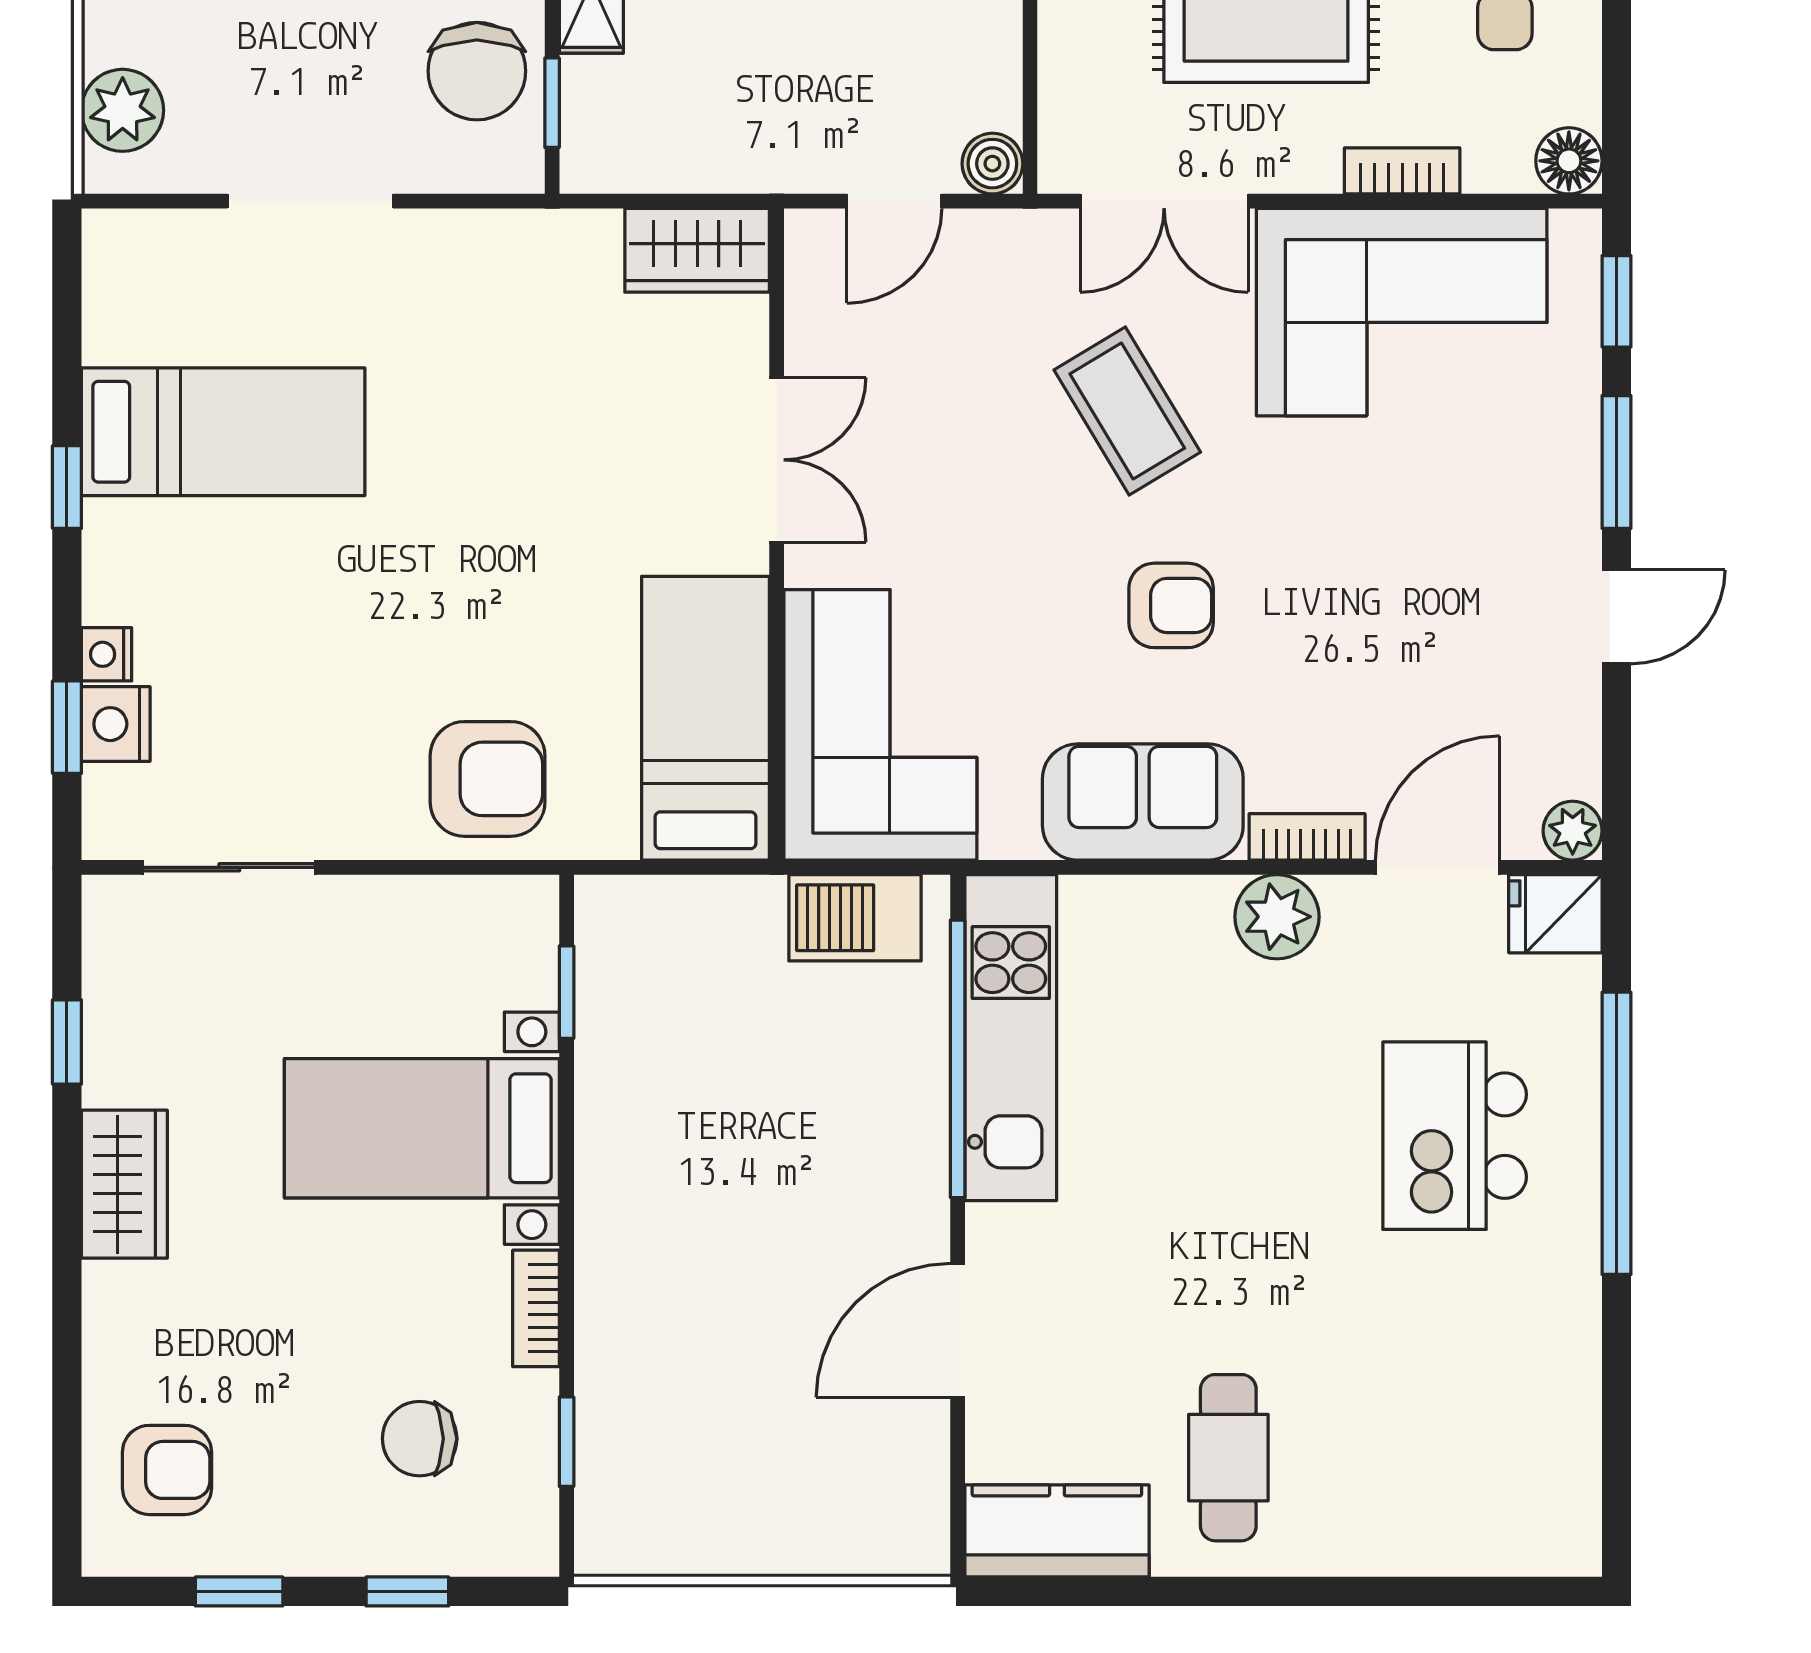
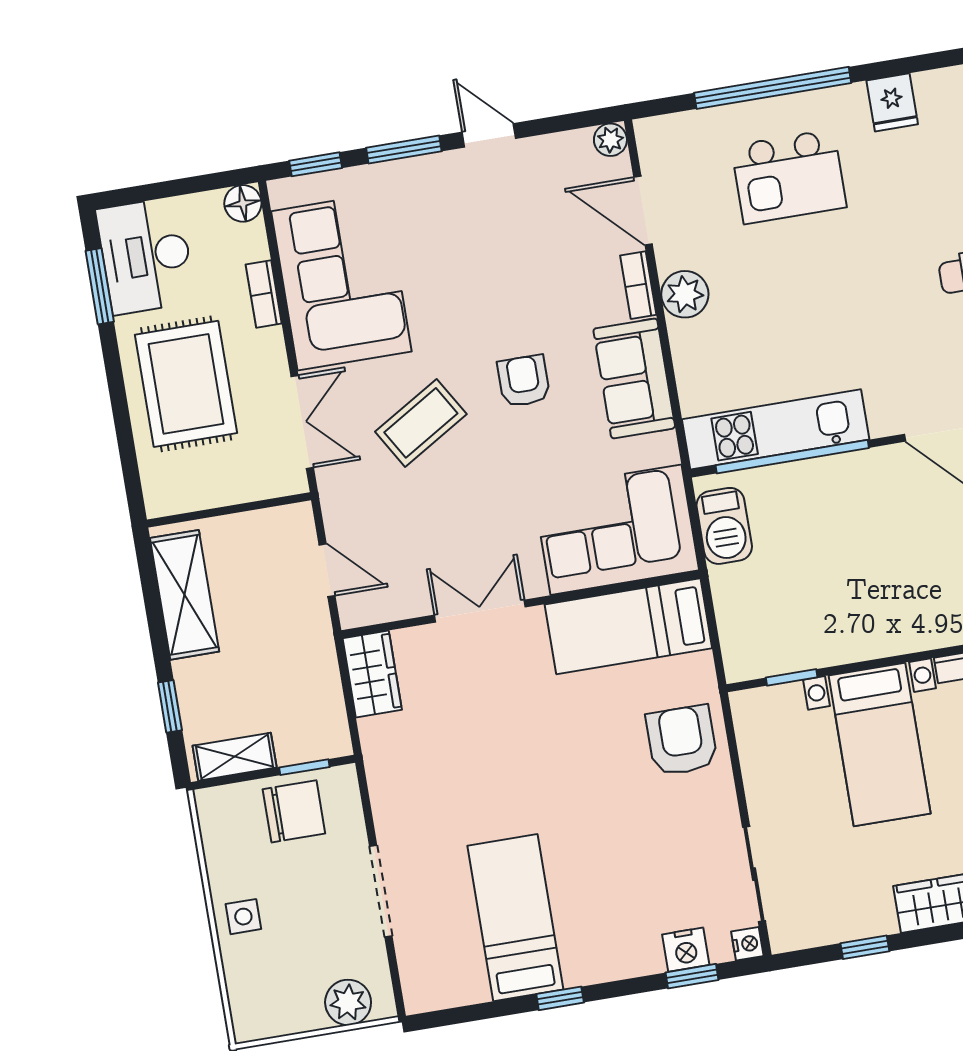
boiler: (992, 164) -> (297, 520), removed
nightstand: (107, 654) -> (747, 944), moved, turned -90
fridge: (1555, 914) -> (892, 102), moved

